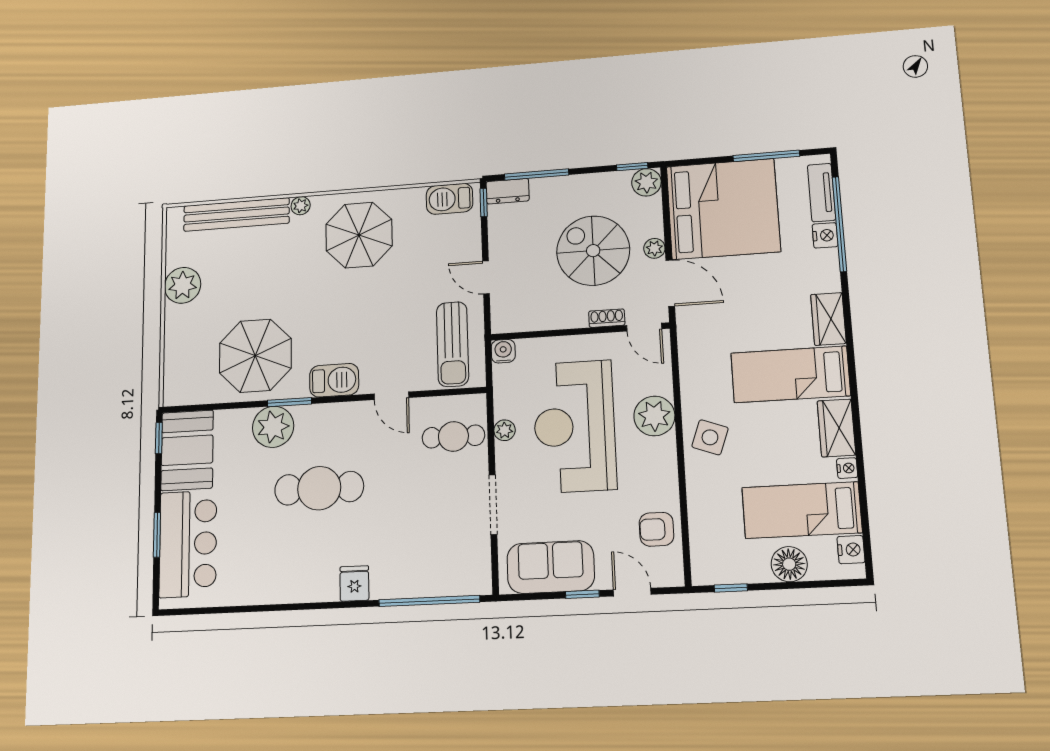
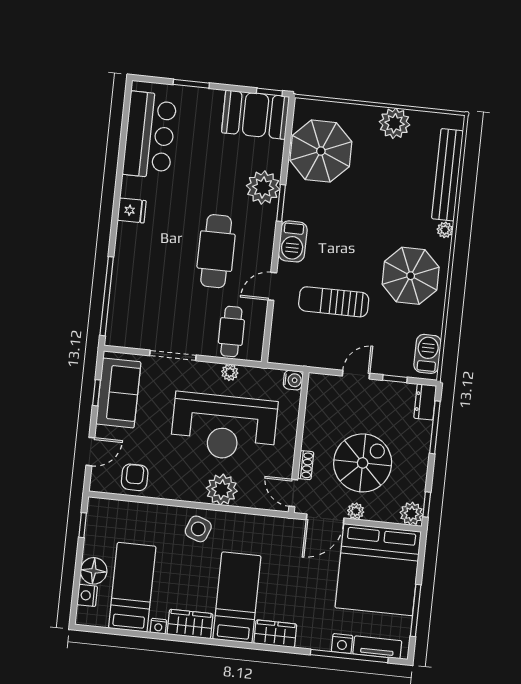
window: (484, 202) -> (395, 379), moved
door: (644, 327) -> (293, 493), hinge flipped
sun lounger: (453, 344) -> (334, 302), moved
parasol: (255, 356) -> (321, 151), moved
reception desk: (574, 426) -> (224, 427), turned 180
cafe table: (319, 488) -> (216, 251), moved
bar counter: (188, 544) -> (150, 135), moved, turned -90
nightstand: (851, 550) -> (87, 595), moved, turned 90
fridge: (354, 583) -> (132, 210), moved
window: (582, 594) -> (97, 393), moved

